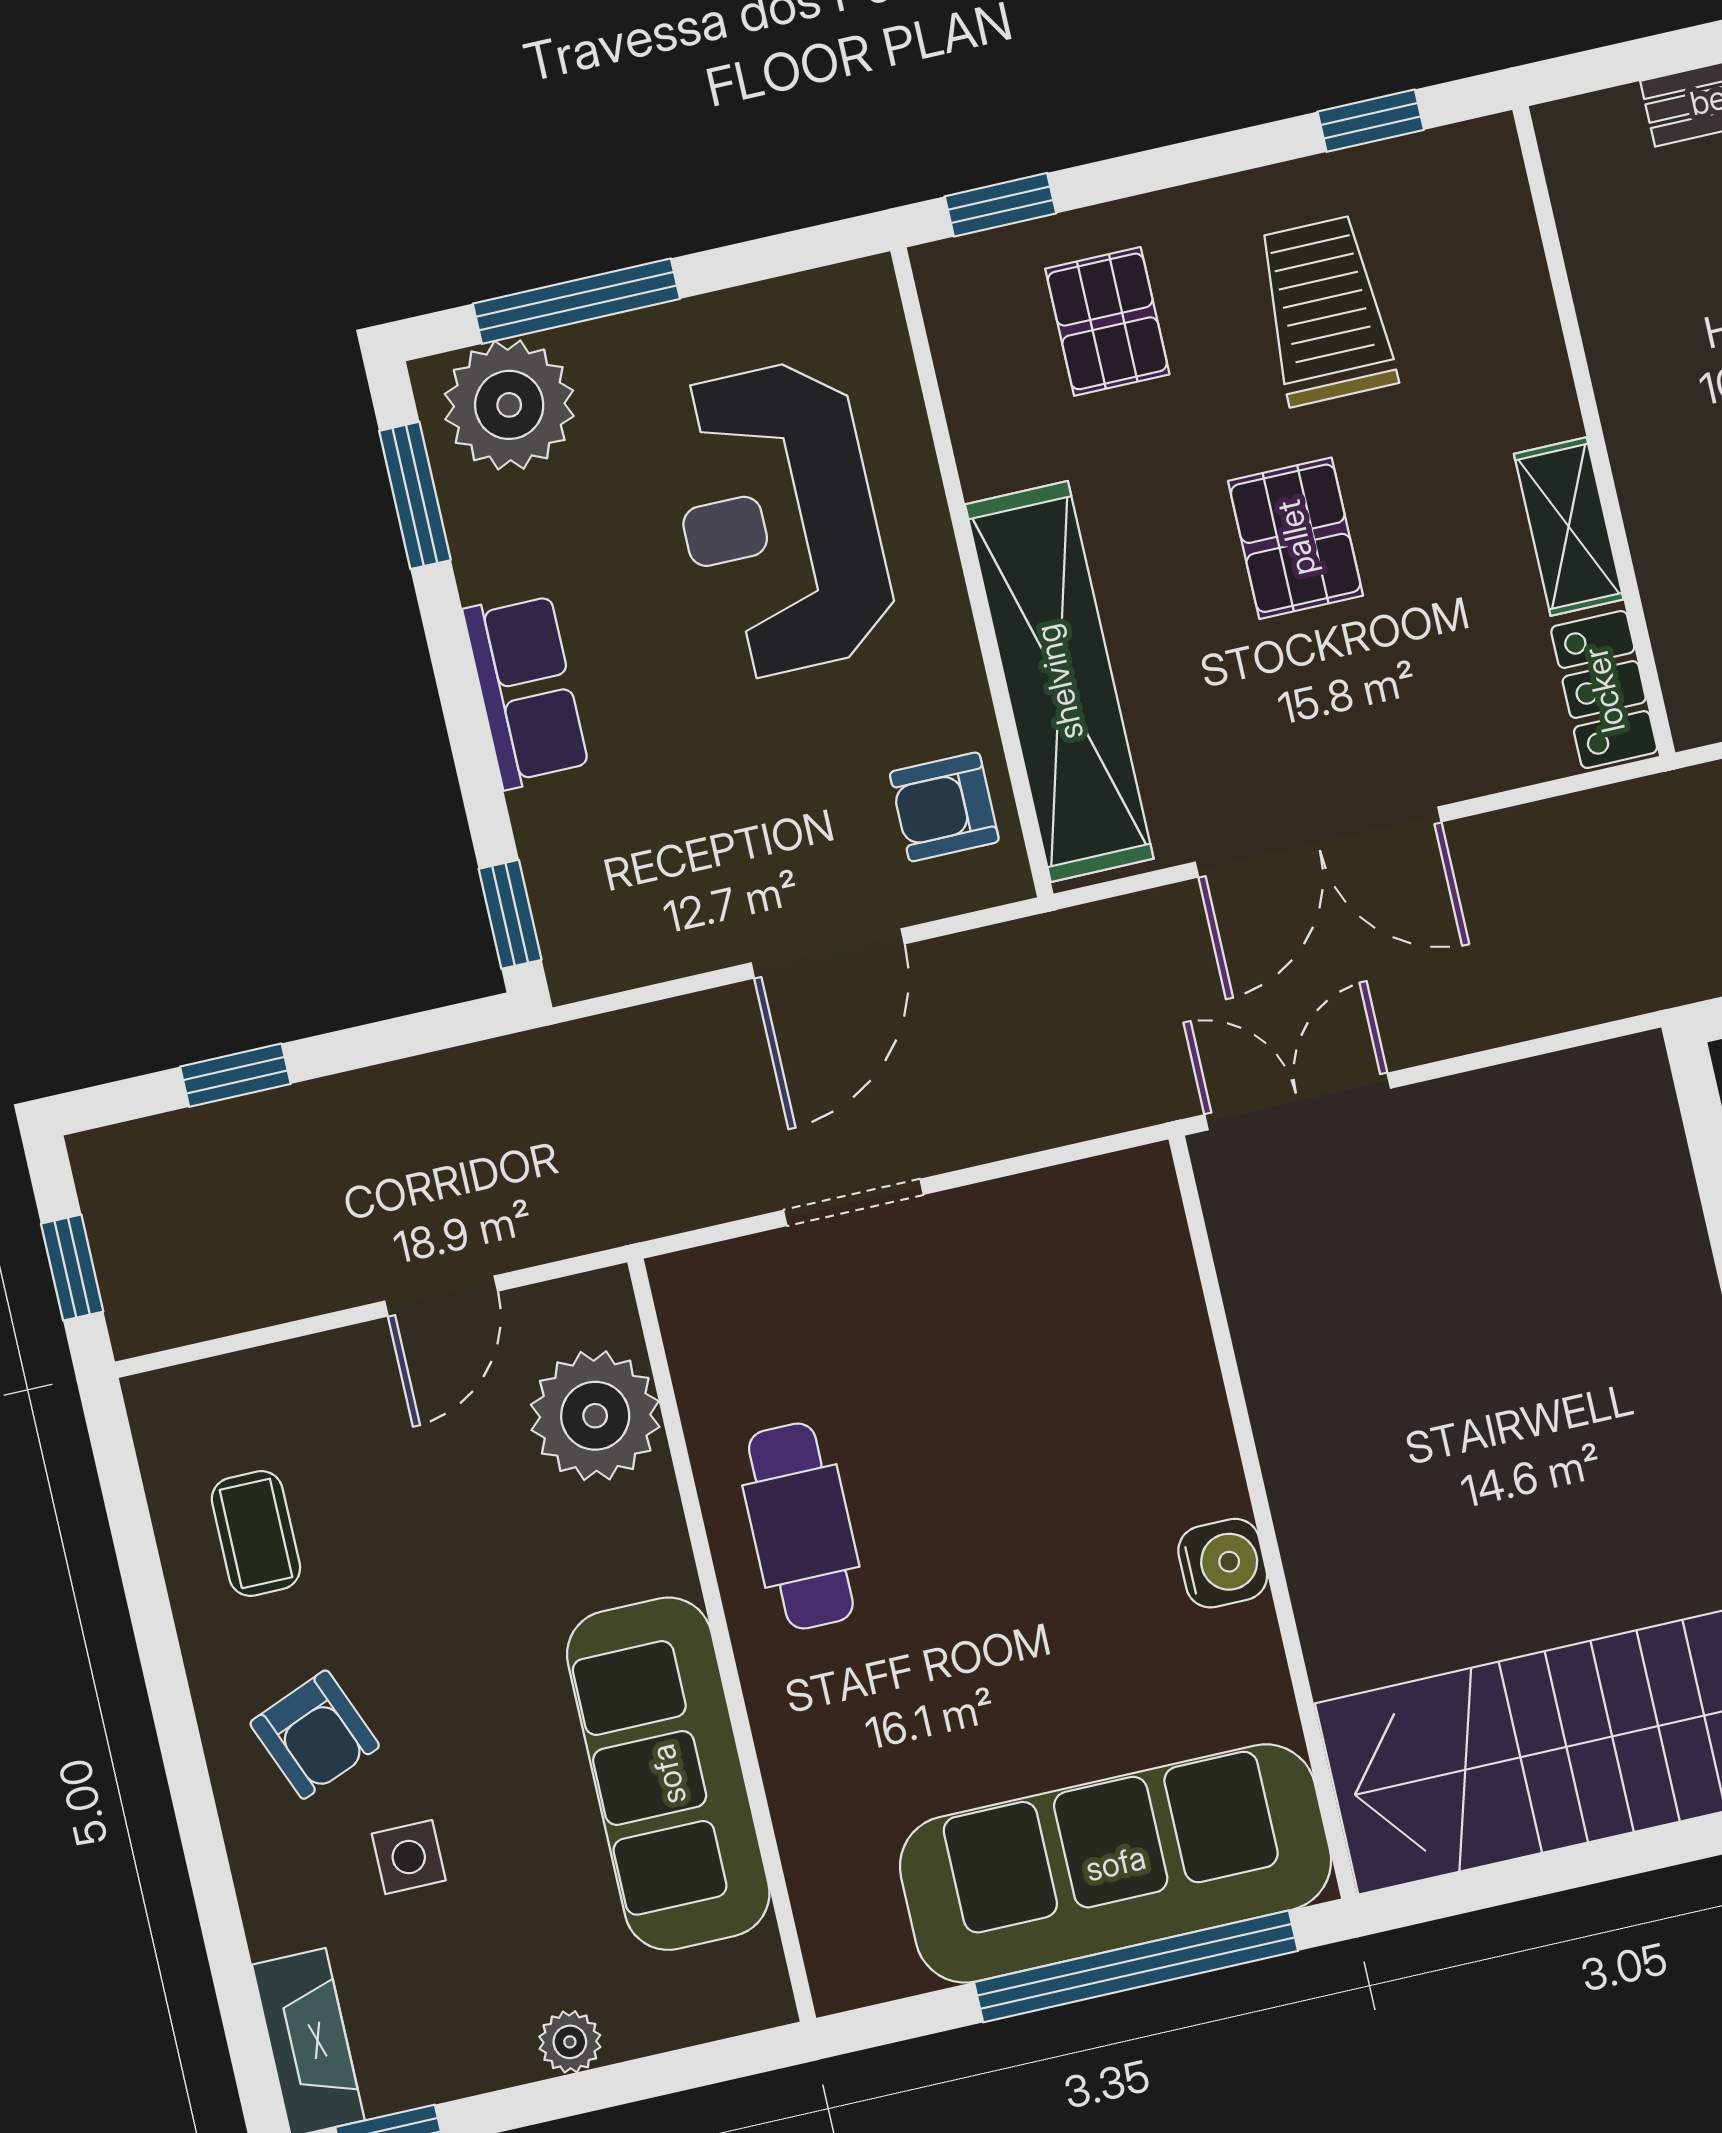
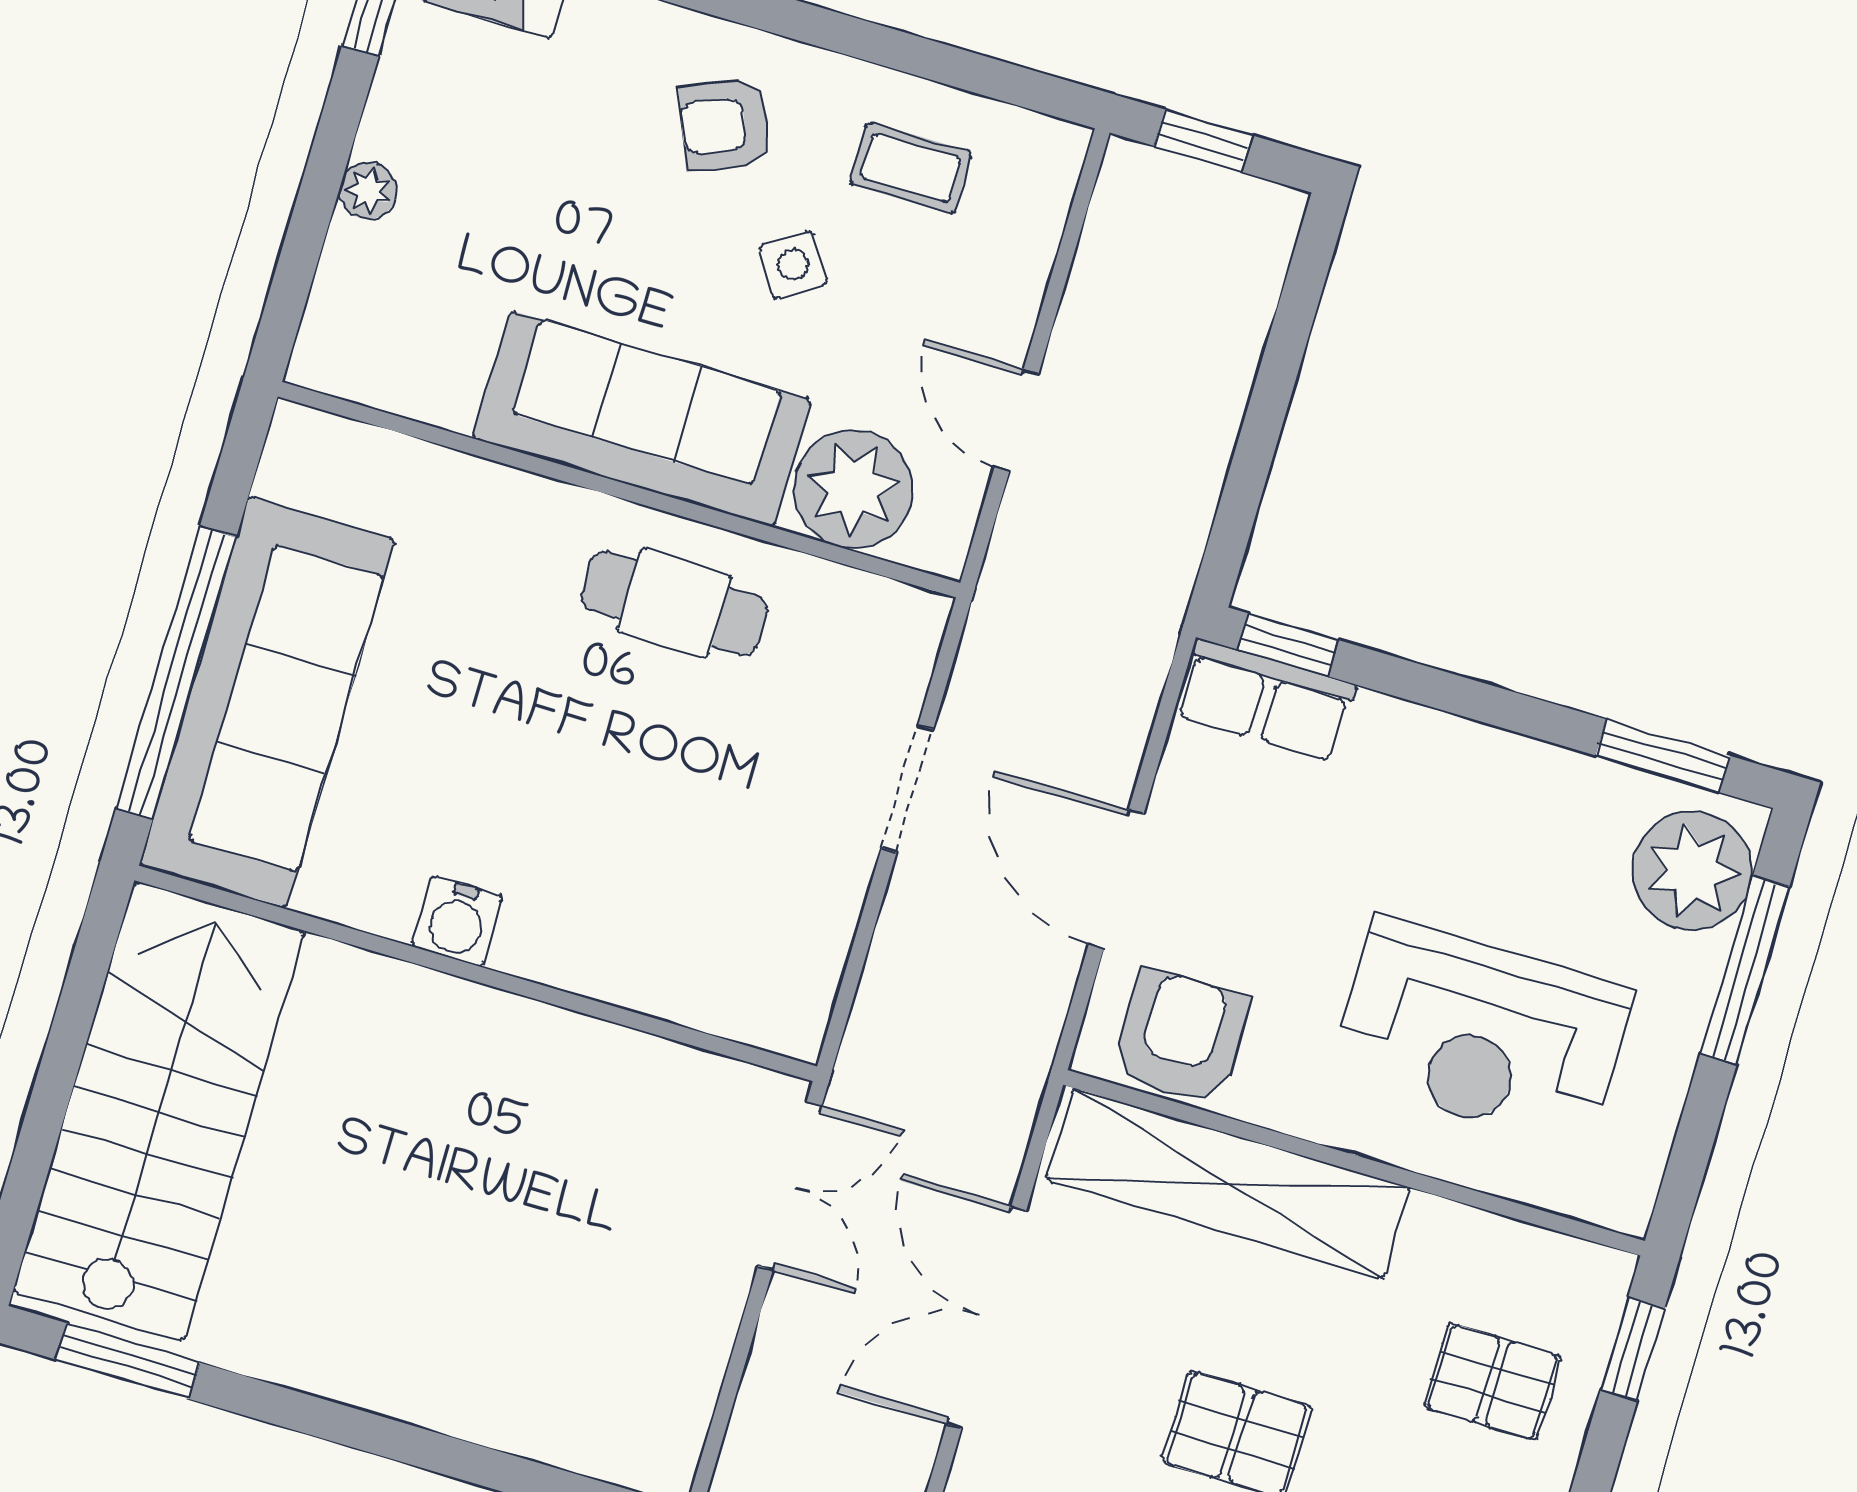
reception desk: (779, 519) -> (1482, 1033), turned 180
row of seats: (526, 690) -> (1266, 700), moved
armchair: (944, 807) -> (1180, 1037), width x1.38, depth x1.38
window: (235, 1075) -> (1283, 356), removed
sofa: (668, 1774) -> (642, 419), moved
side table: (409, 1857) -> (793, 265), moved, turned -33

